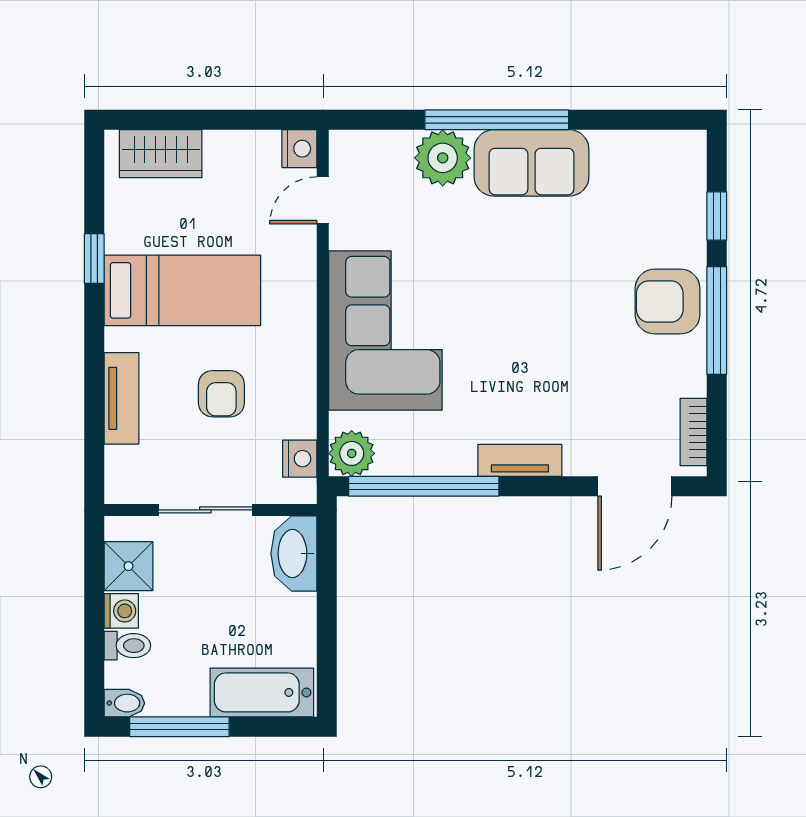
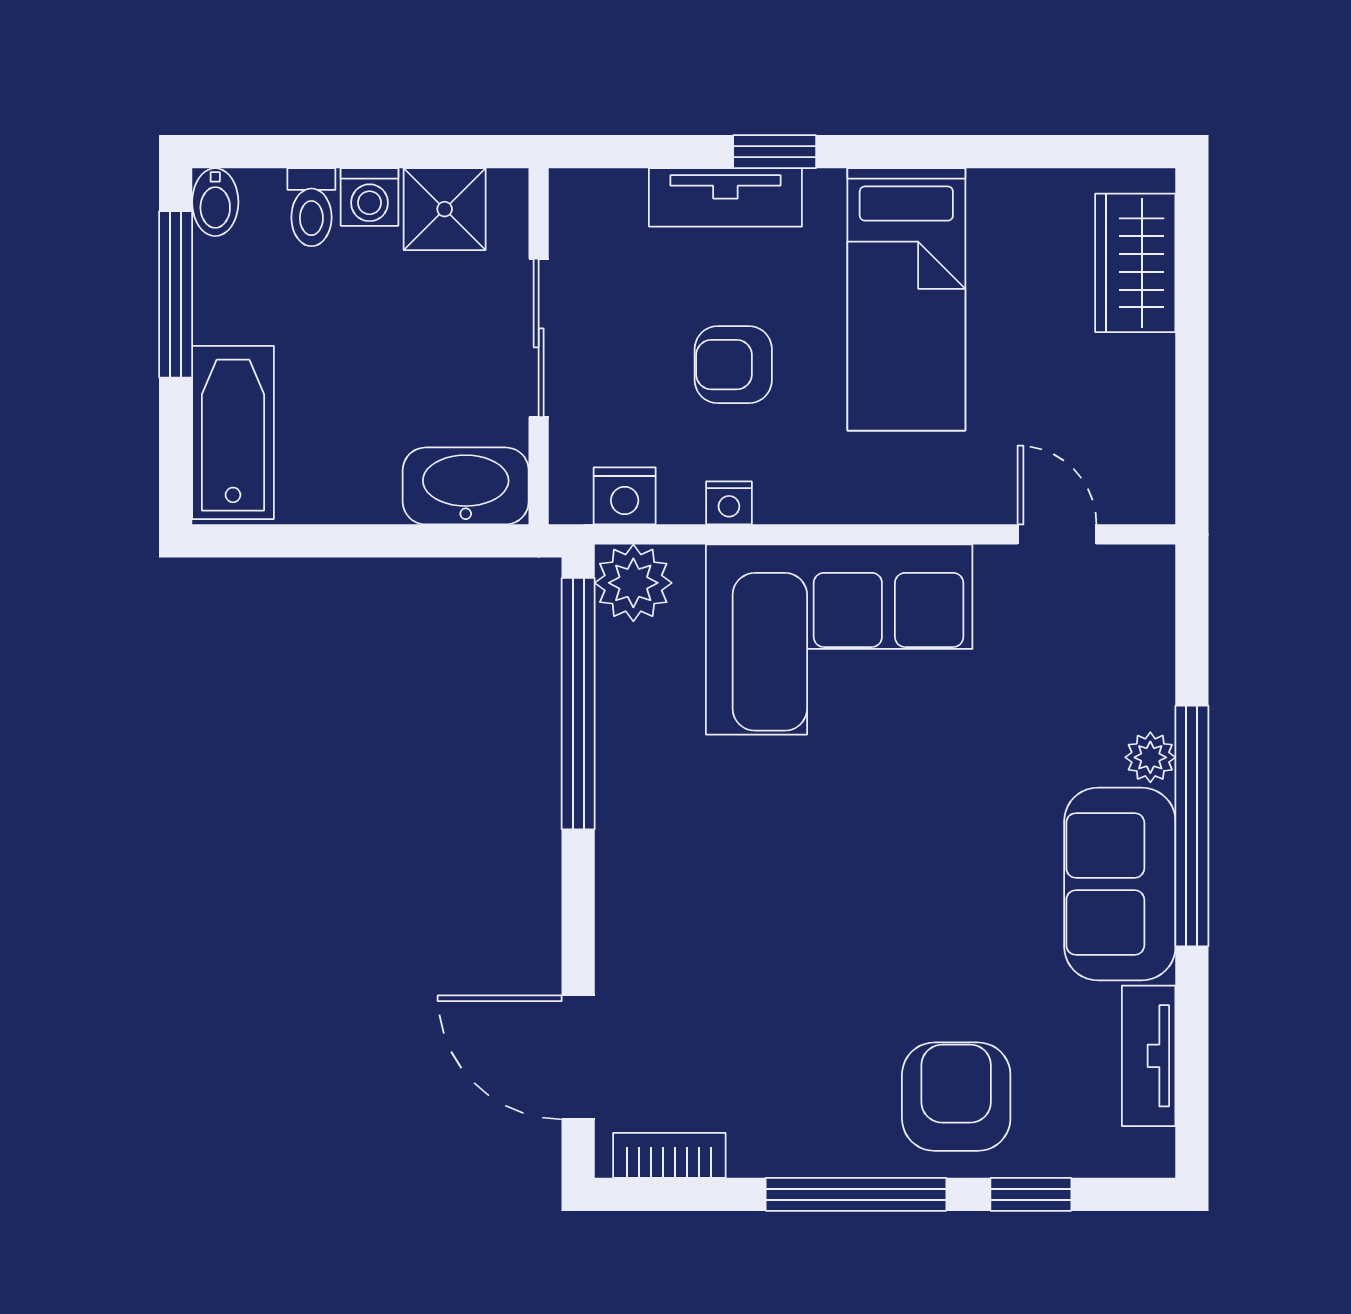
nightstand: (299, 149) -> (729, 503), moved, width x0.72, depth x0.74
plant: (443, 158) -> (1150, 757), width x0.53, depth x0.53
window: (94, 259) -> (775, 152), moved
armchair: (668, 301) -> (956, 1097), moved
tv unit: (520, 460) -> (1149, 1056), moved, turned 180

